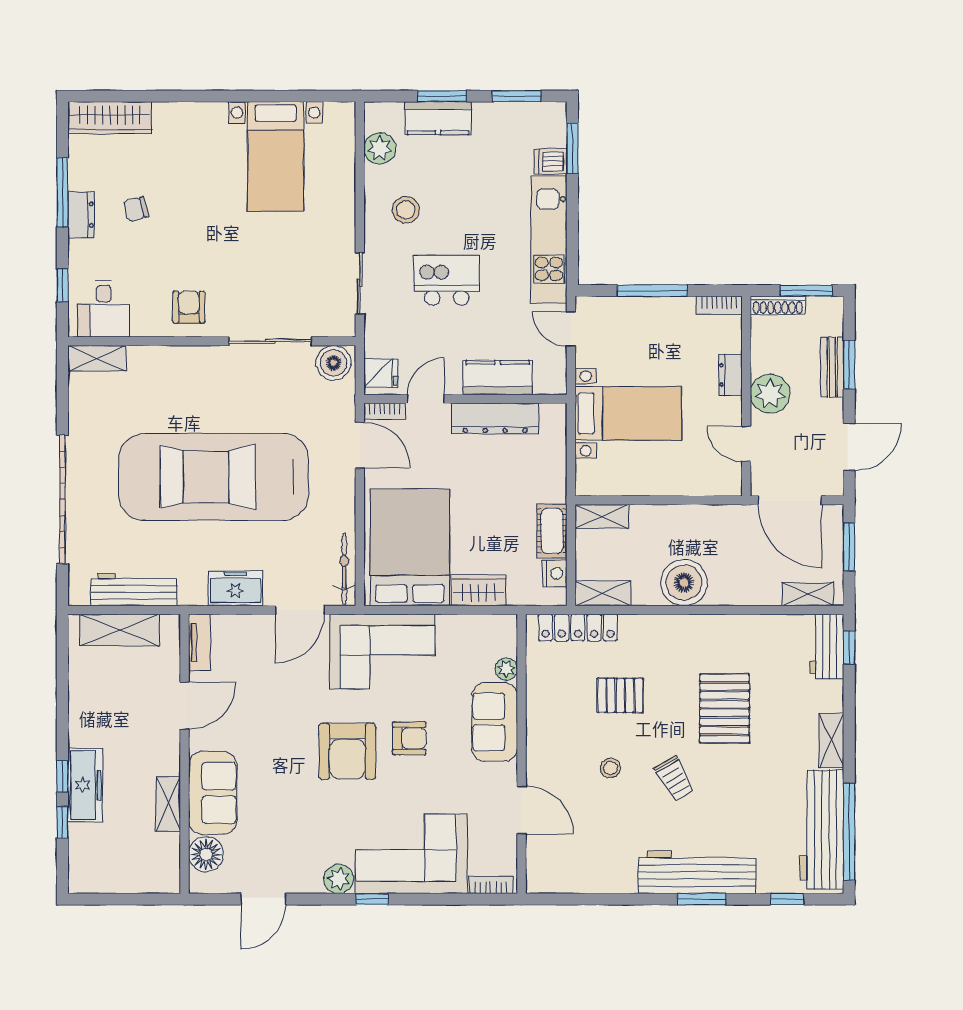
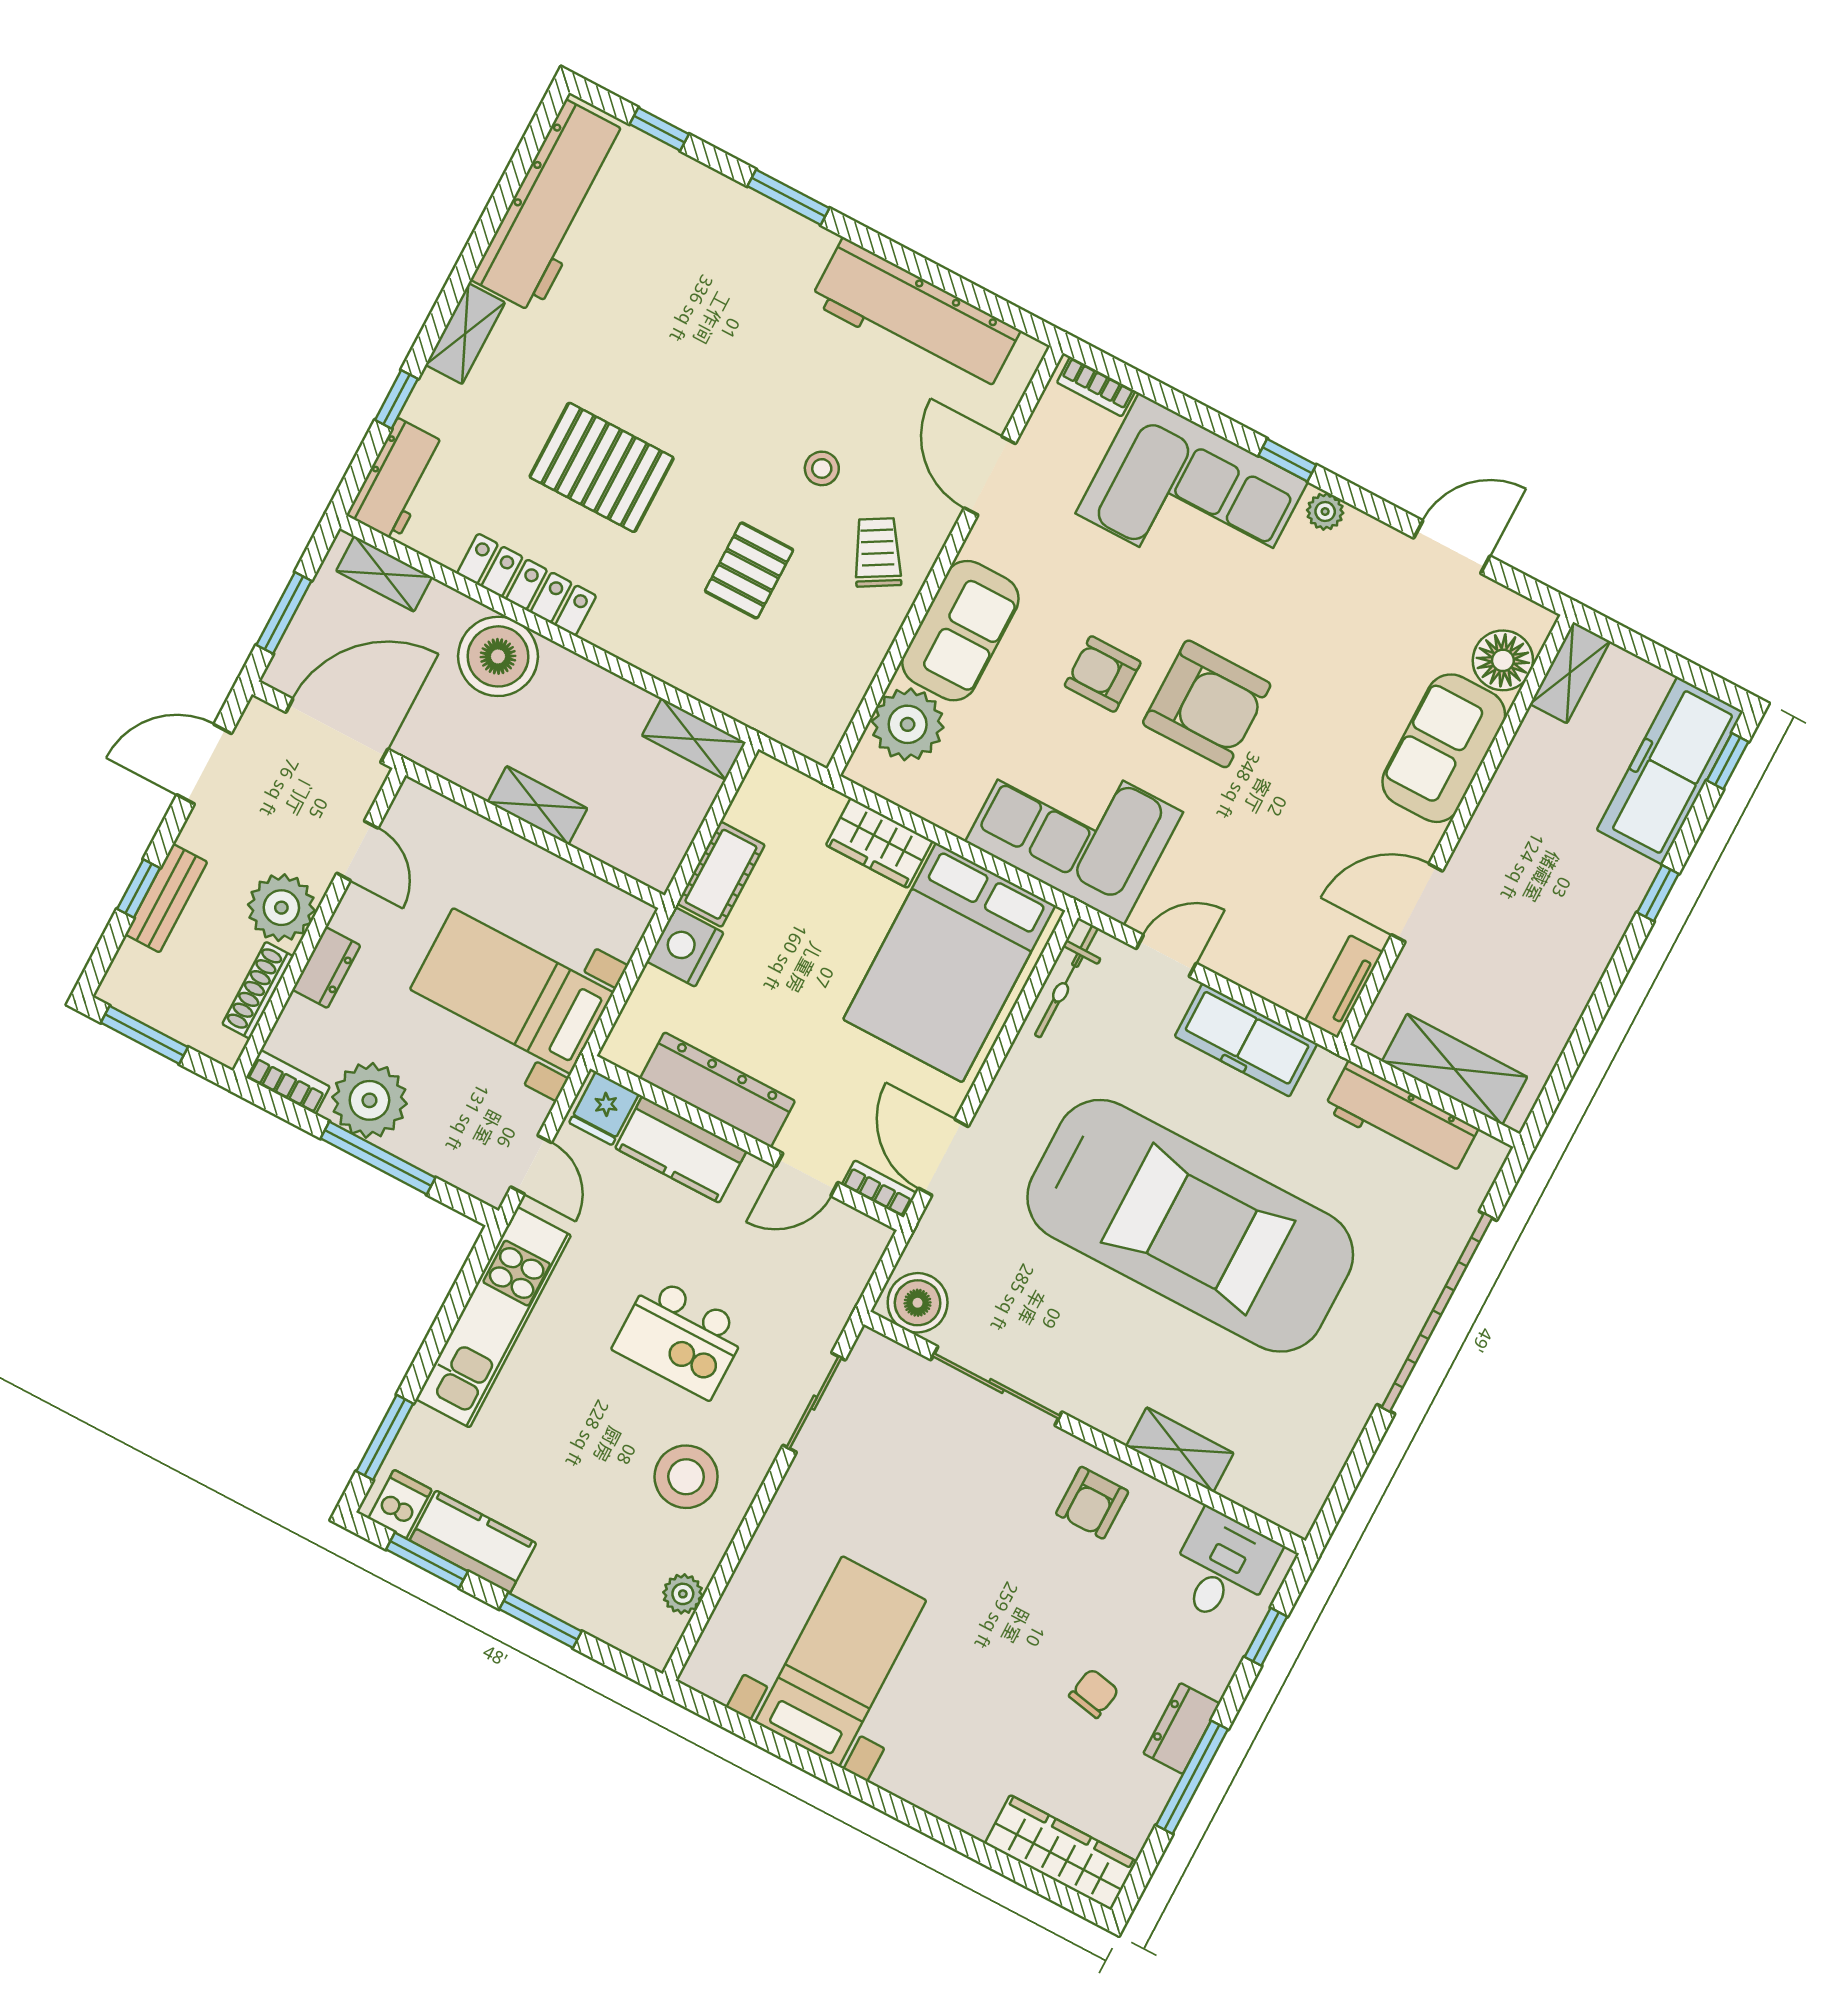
kitchen counter: (438, 118) -> (473, 1542), moved
plant: (380, 148) -> (683, 1594), width x0.73, depth x0.73
dishwasher: (551, 161) -> (400, 1504), moved, turned -90
chair: (136, 209) -> (1094, 1693), turned -64
stool: (406, 210) -> (686, 1477), width x1.38, depth x1.38
shoe rack: (778, 305) -> (258, 990), moved, turned -90
plant: (672, 318) -> (369, 1100), added
shelving: (97, 358) -> (1180, 1450), moved
window: (849, 365) -> (139, 889), width x0.67
fridge: (381, 373) -> (604, 1108), moved, turned -90
door: (790, 500) -> (337, 731), hinge flipped
shelving: (602, 516) -> (538, 805), moved
nightstand: (555, 573) -> (685, 947), moved, width x1.36, depth x1.33
boiler: (684, 583) -> (498, 656), moved
freezer: (235, 588) -> (1246, 1040), width x1.40
door: (300, 610) -> (1166, 956), width x0.73
locker: (578, 627) -> (527, 585), moved
window: (849, 648) -> (396, 399), moved
plant: (506, 669) -> (908, 724), width x1.88, depth x1.88
pallet: (620, 695) -> (749, 570), turned 90
pallet: (725, 709) -> (602, 467), turned 90
armchair: (347, 751) -> (1207, 704), turned 90
trolley: (675, 779) -> (878, 552), moved
freezer: (85, 785) -> (1670, 771), moved, width x1.36, depth x1.26
shelving: (168, 804) -> (1570, 673), moved
window: (62, 822) -> (1728, 761), moved
window: (849, 832) -> (511, 181), removed
workbench: (697, 872) -> (915, 316), moved
plant: (339, 879) -> (1325, 512), width x0.73, depth x0.73

